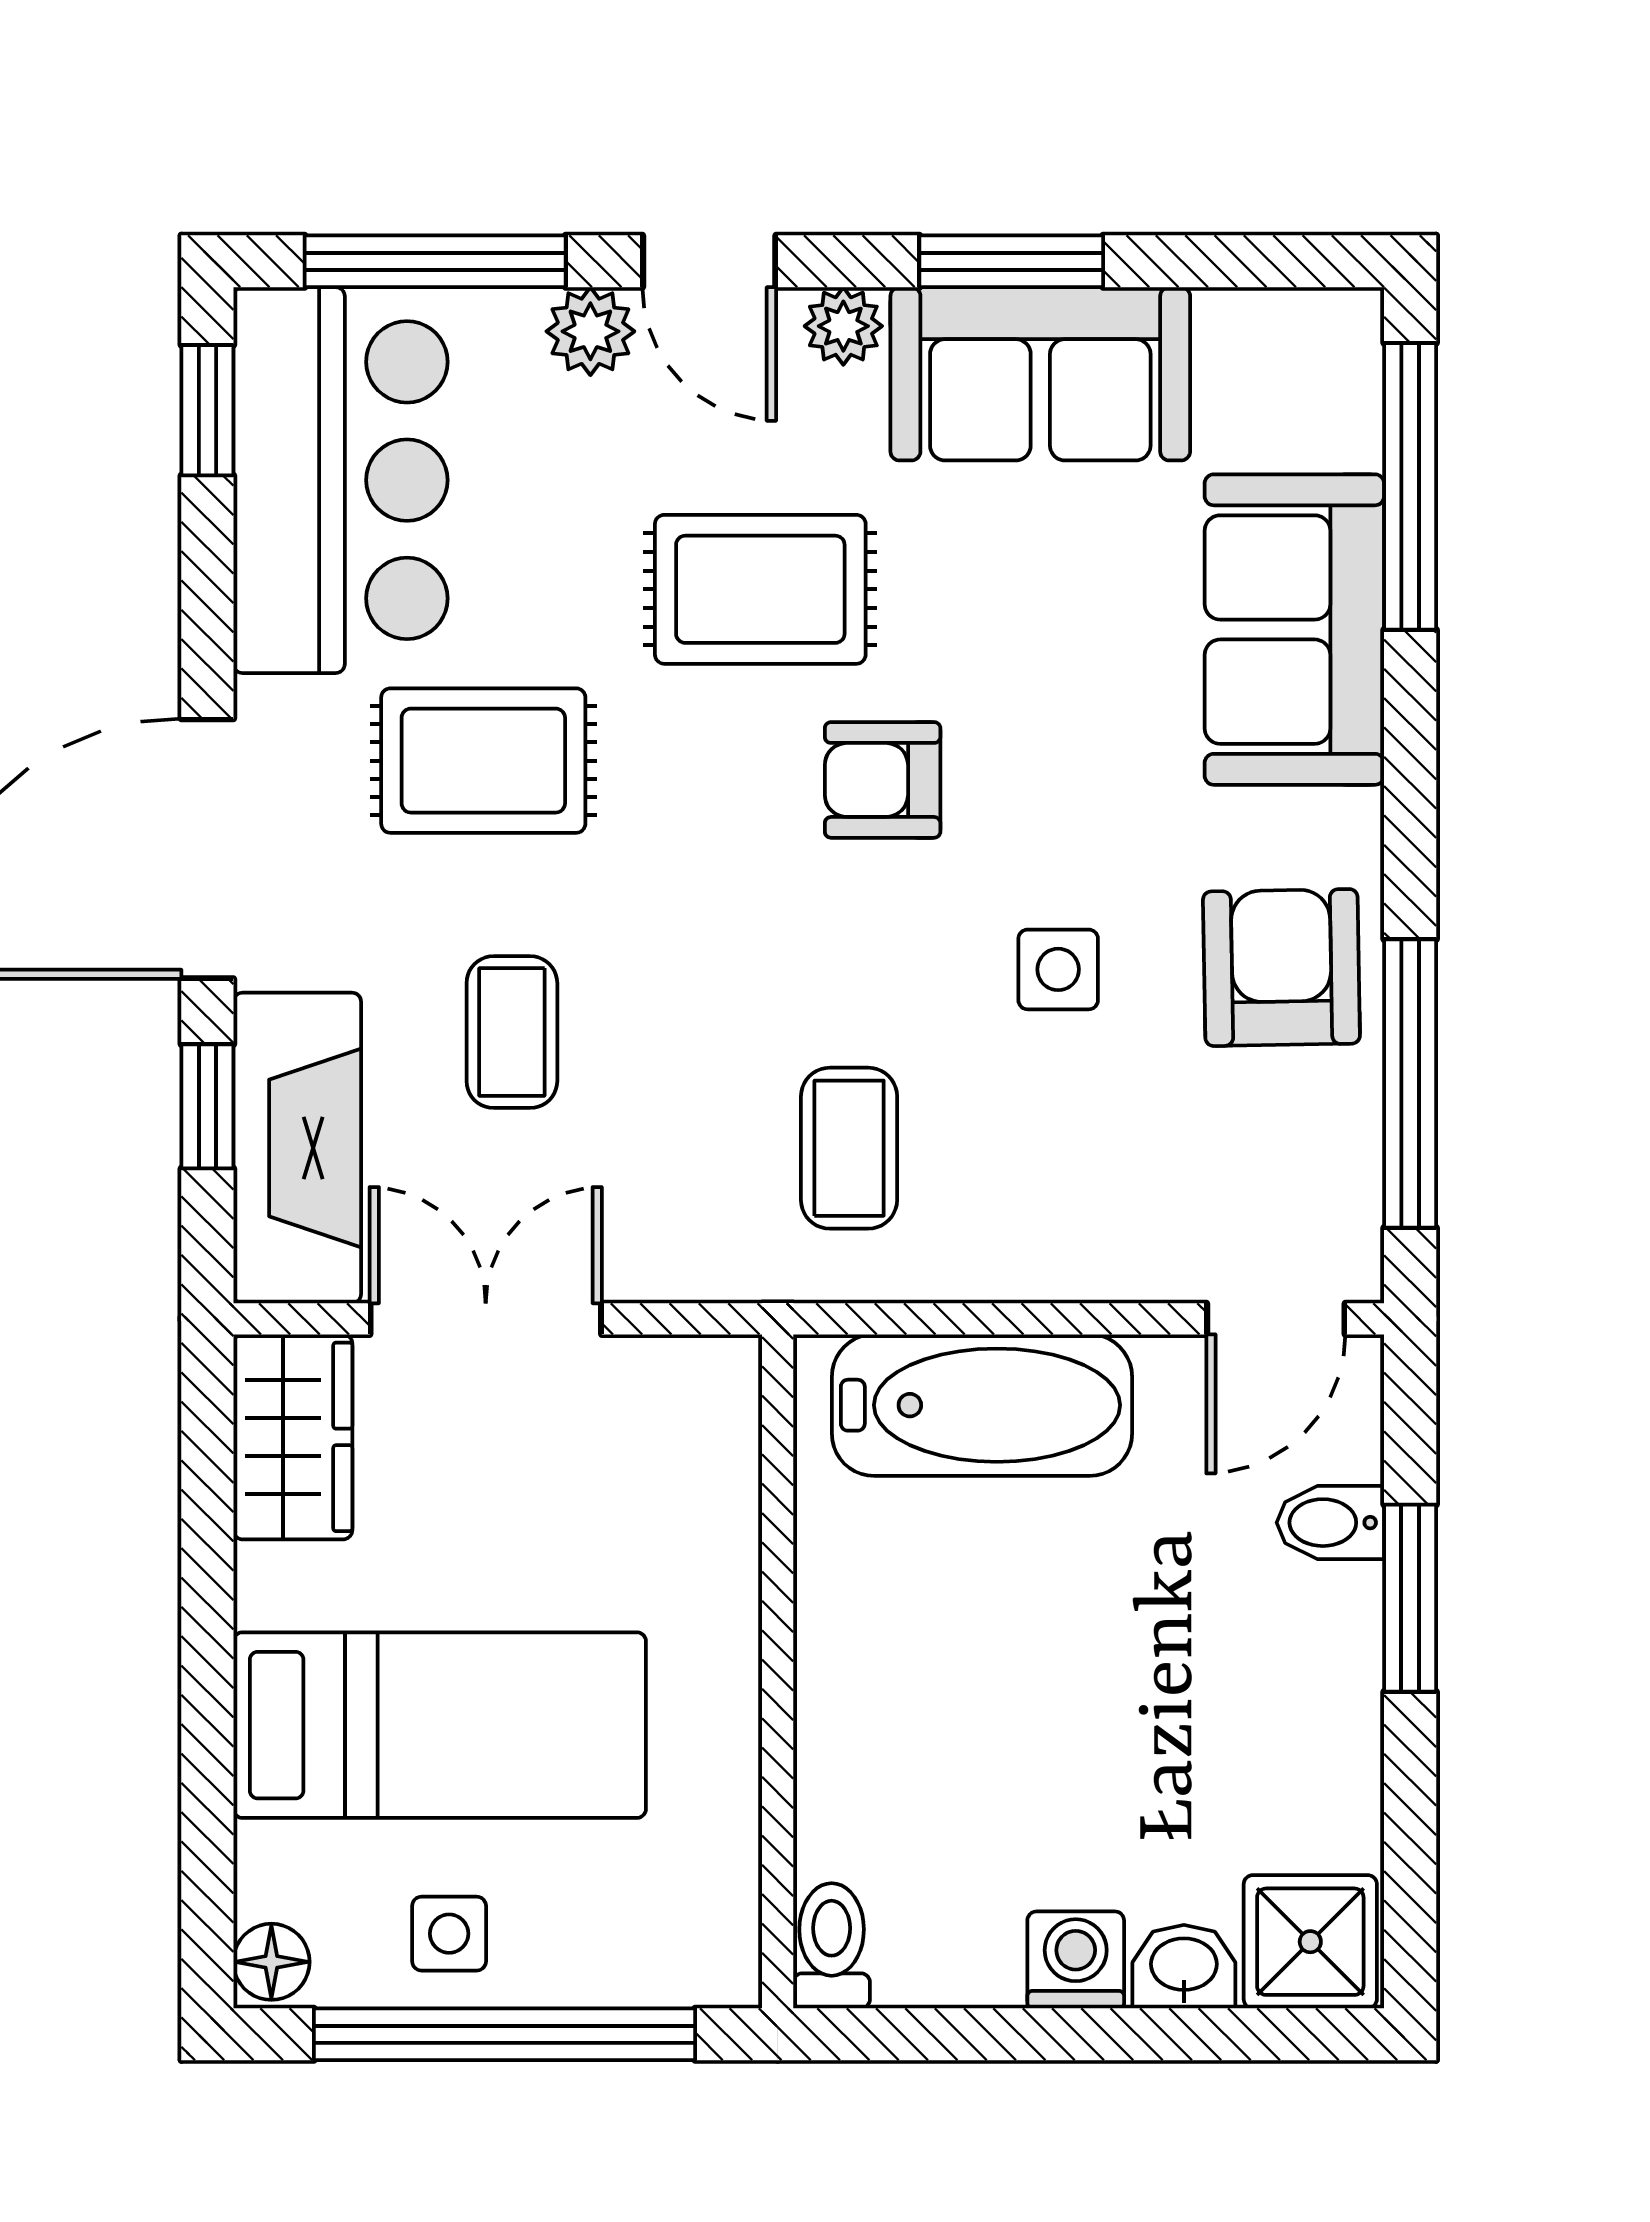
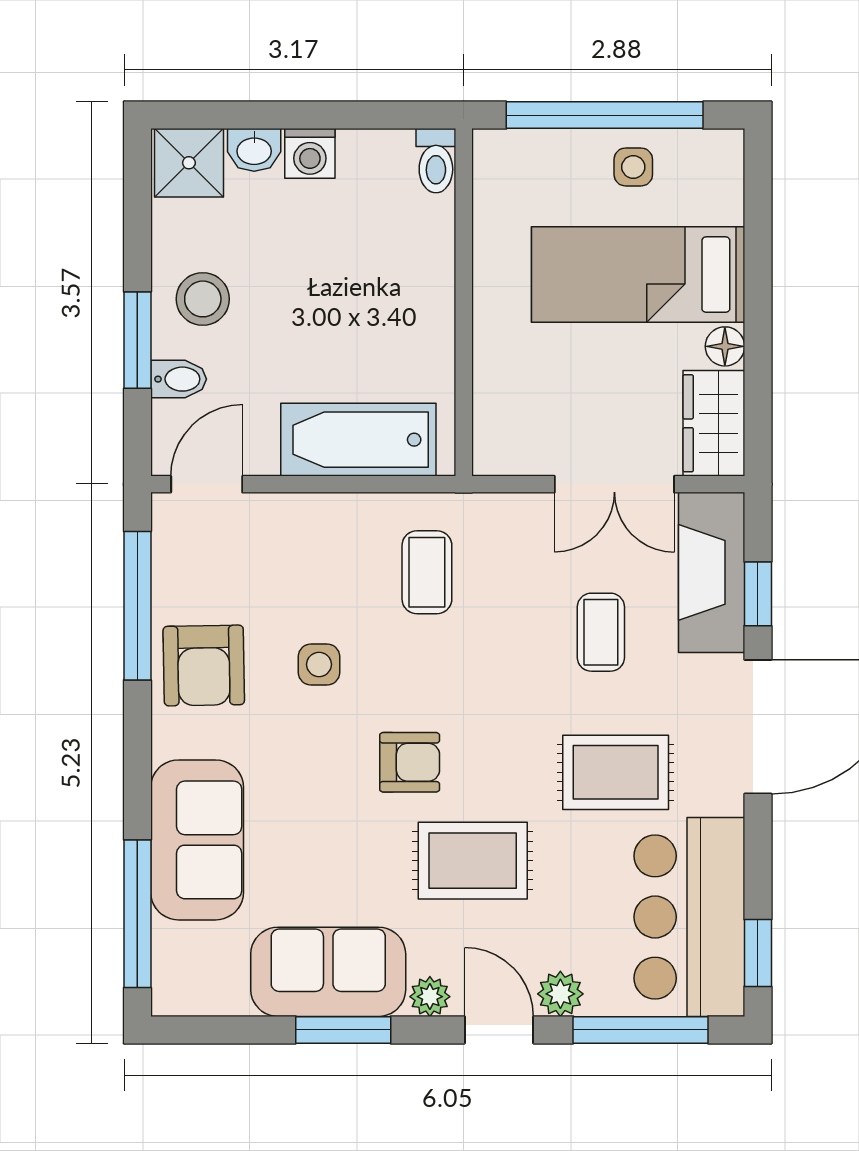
stool: (1283, 1678) -> (203, 299), added
floor lamp: (271, 1962) -> (725, 346), moved

